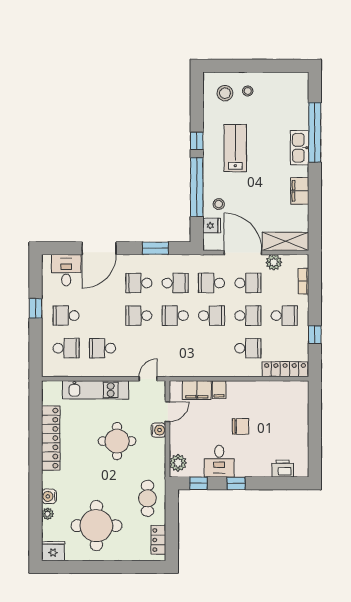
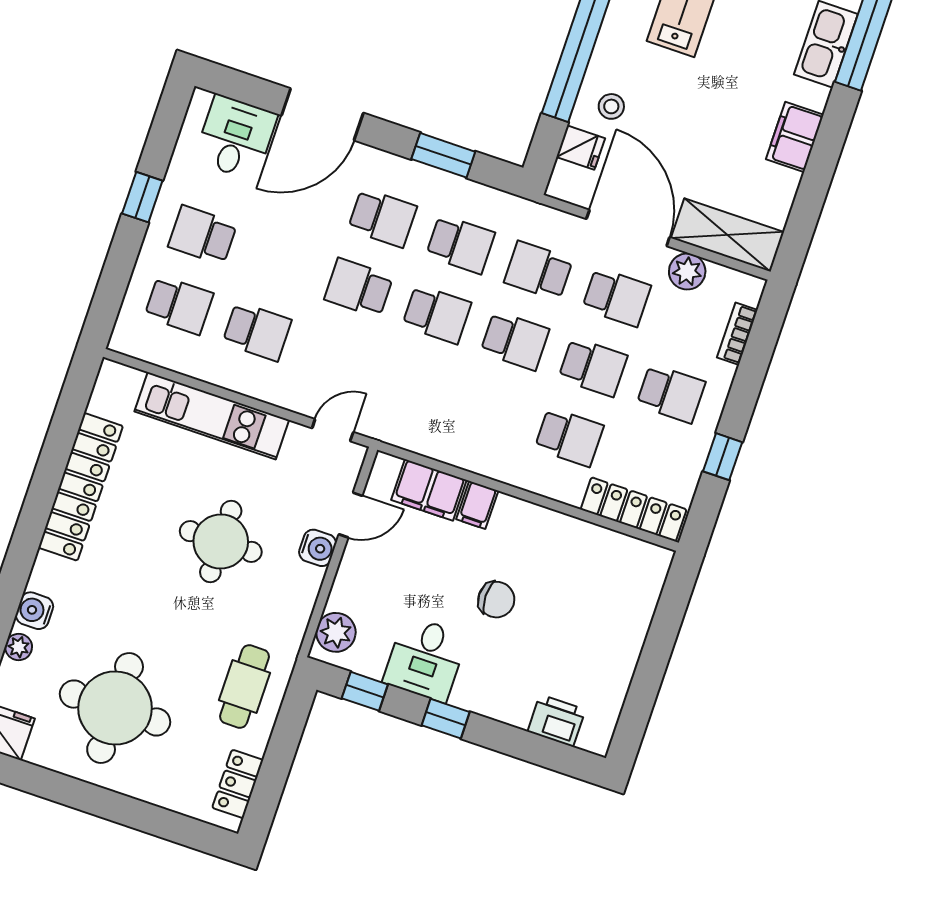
school desk: (139, 283) -> (382, 218), turned 180
school desk: (175, 316) -> (437, 314), turned 180
school desk: (102, 348) -> (257, 331), turned 180

